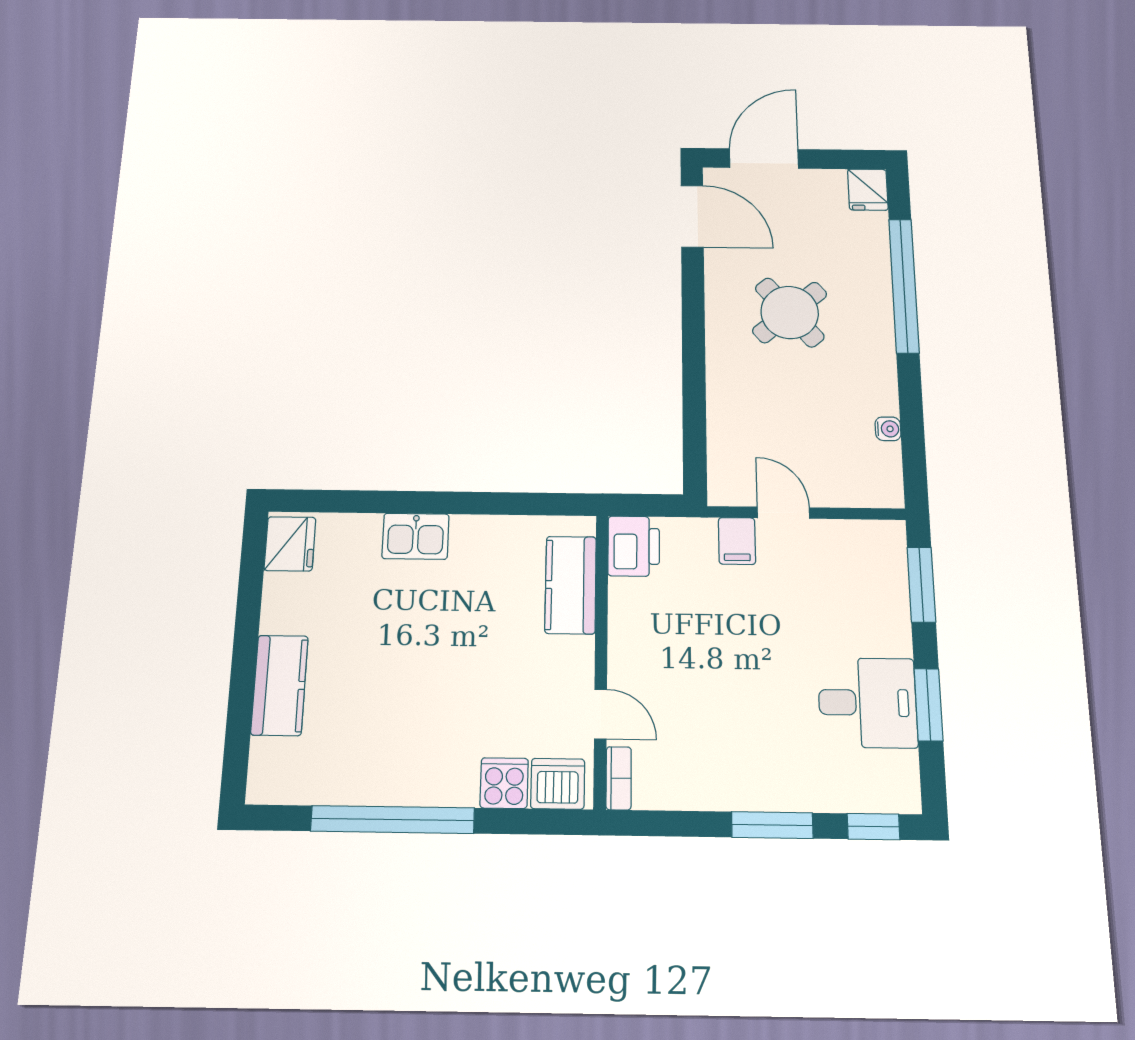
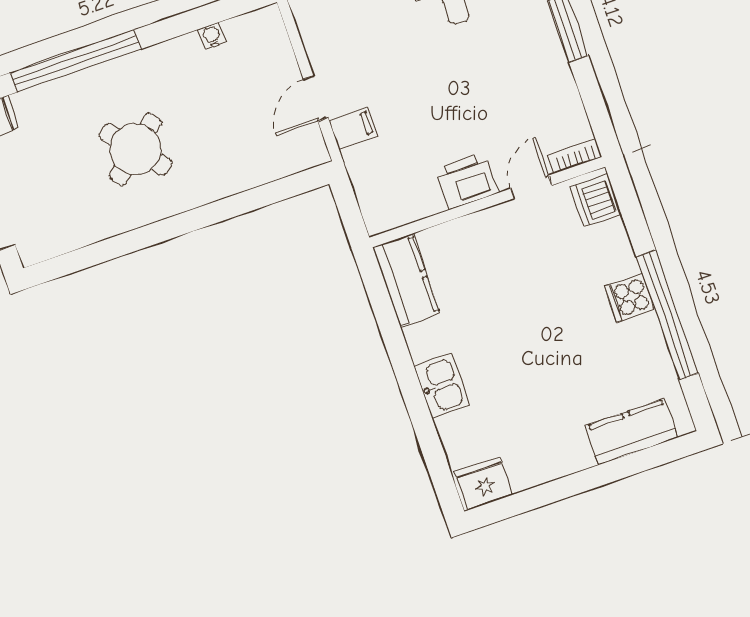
door: (692, 216) -> (74, 261), removed
printer: (634, 546) -> (467, 181), moved
kitchen counter: (571, 585) -> (406, 280), moved, turned -90
kitchen counter: (279, 685) -> (632, 432), moved
cooker: (504, 783) -> (629, 298), moved

